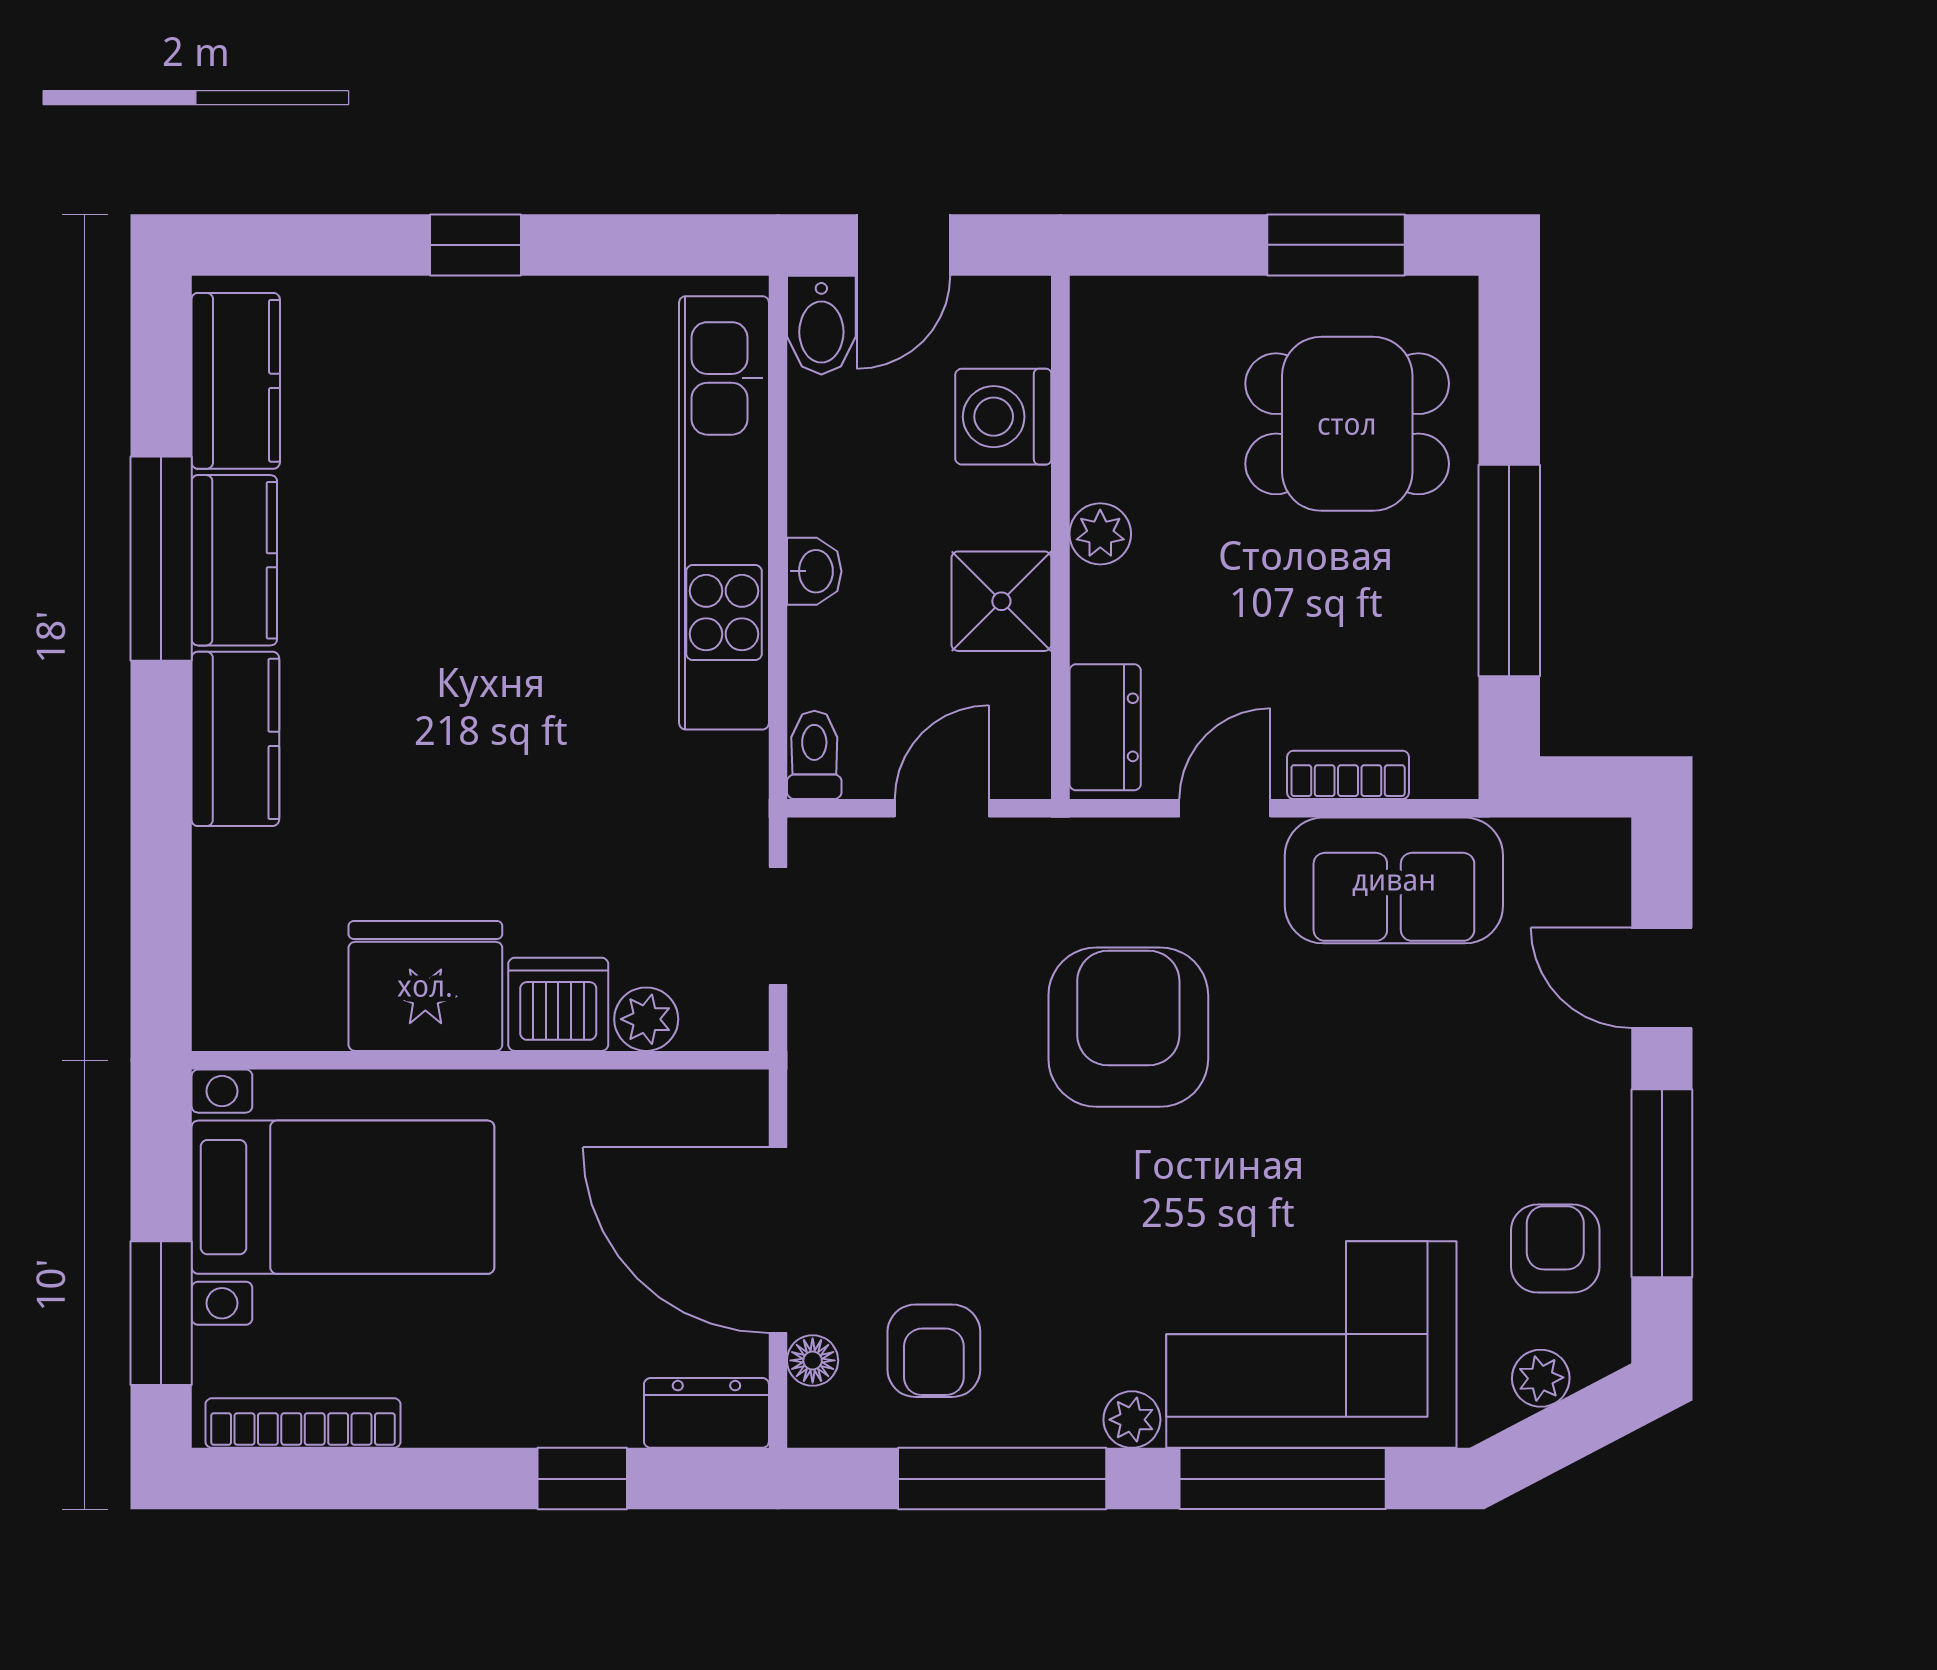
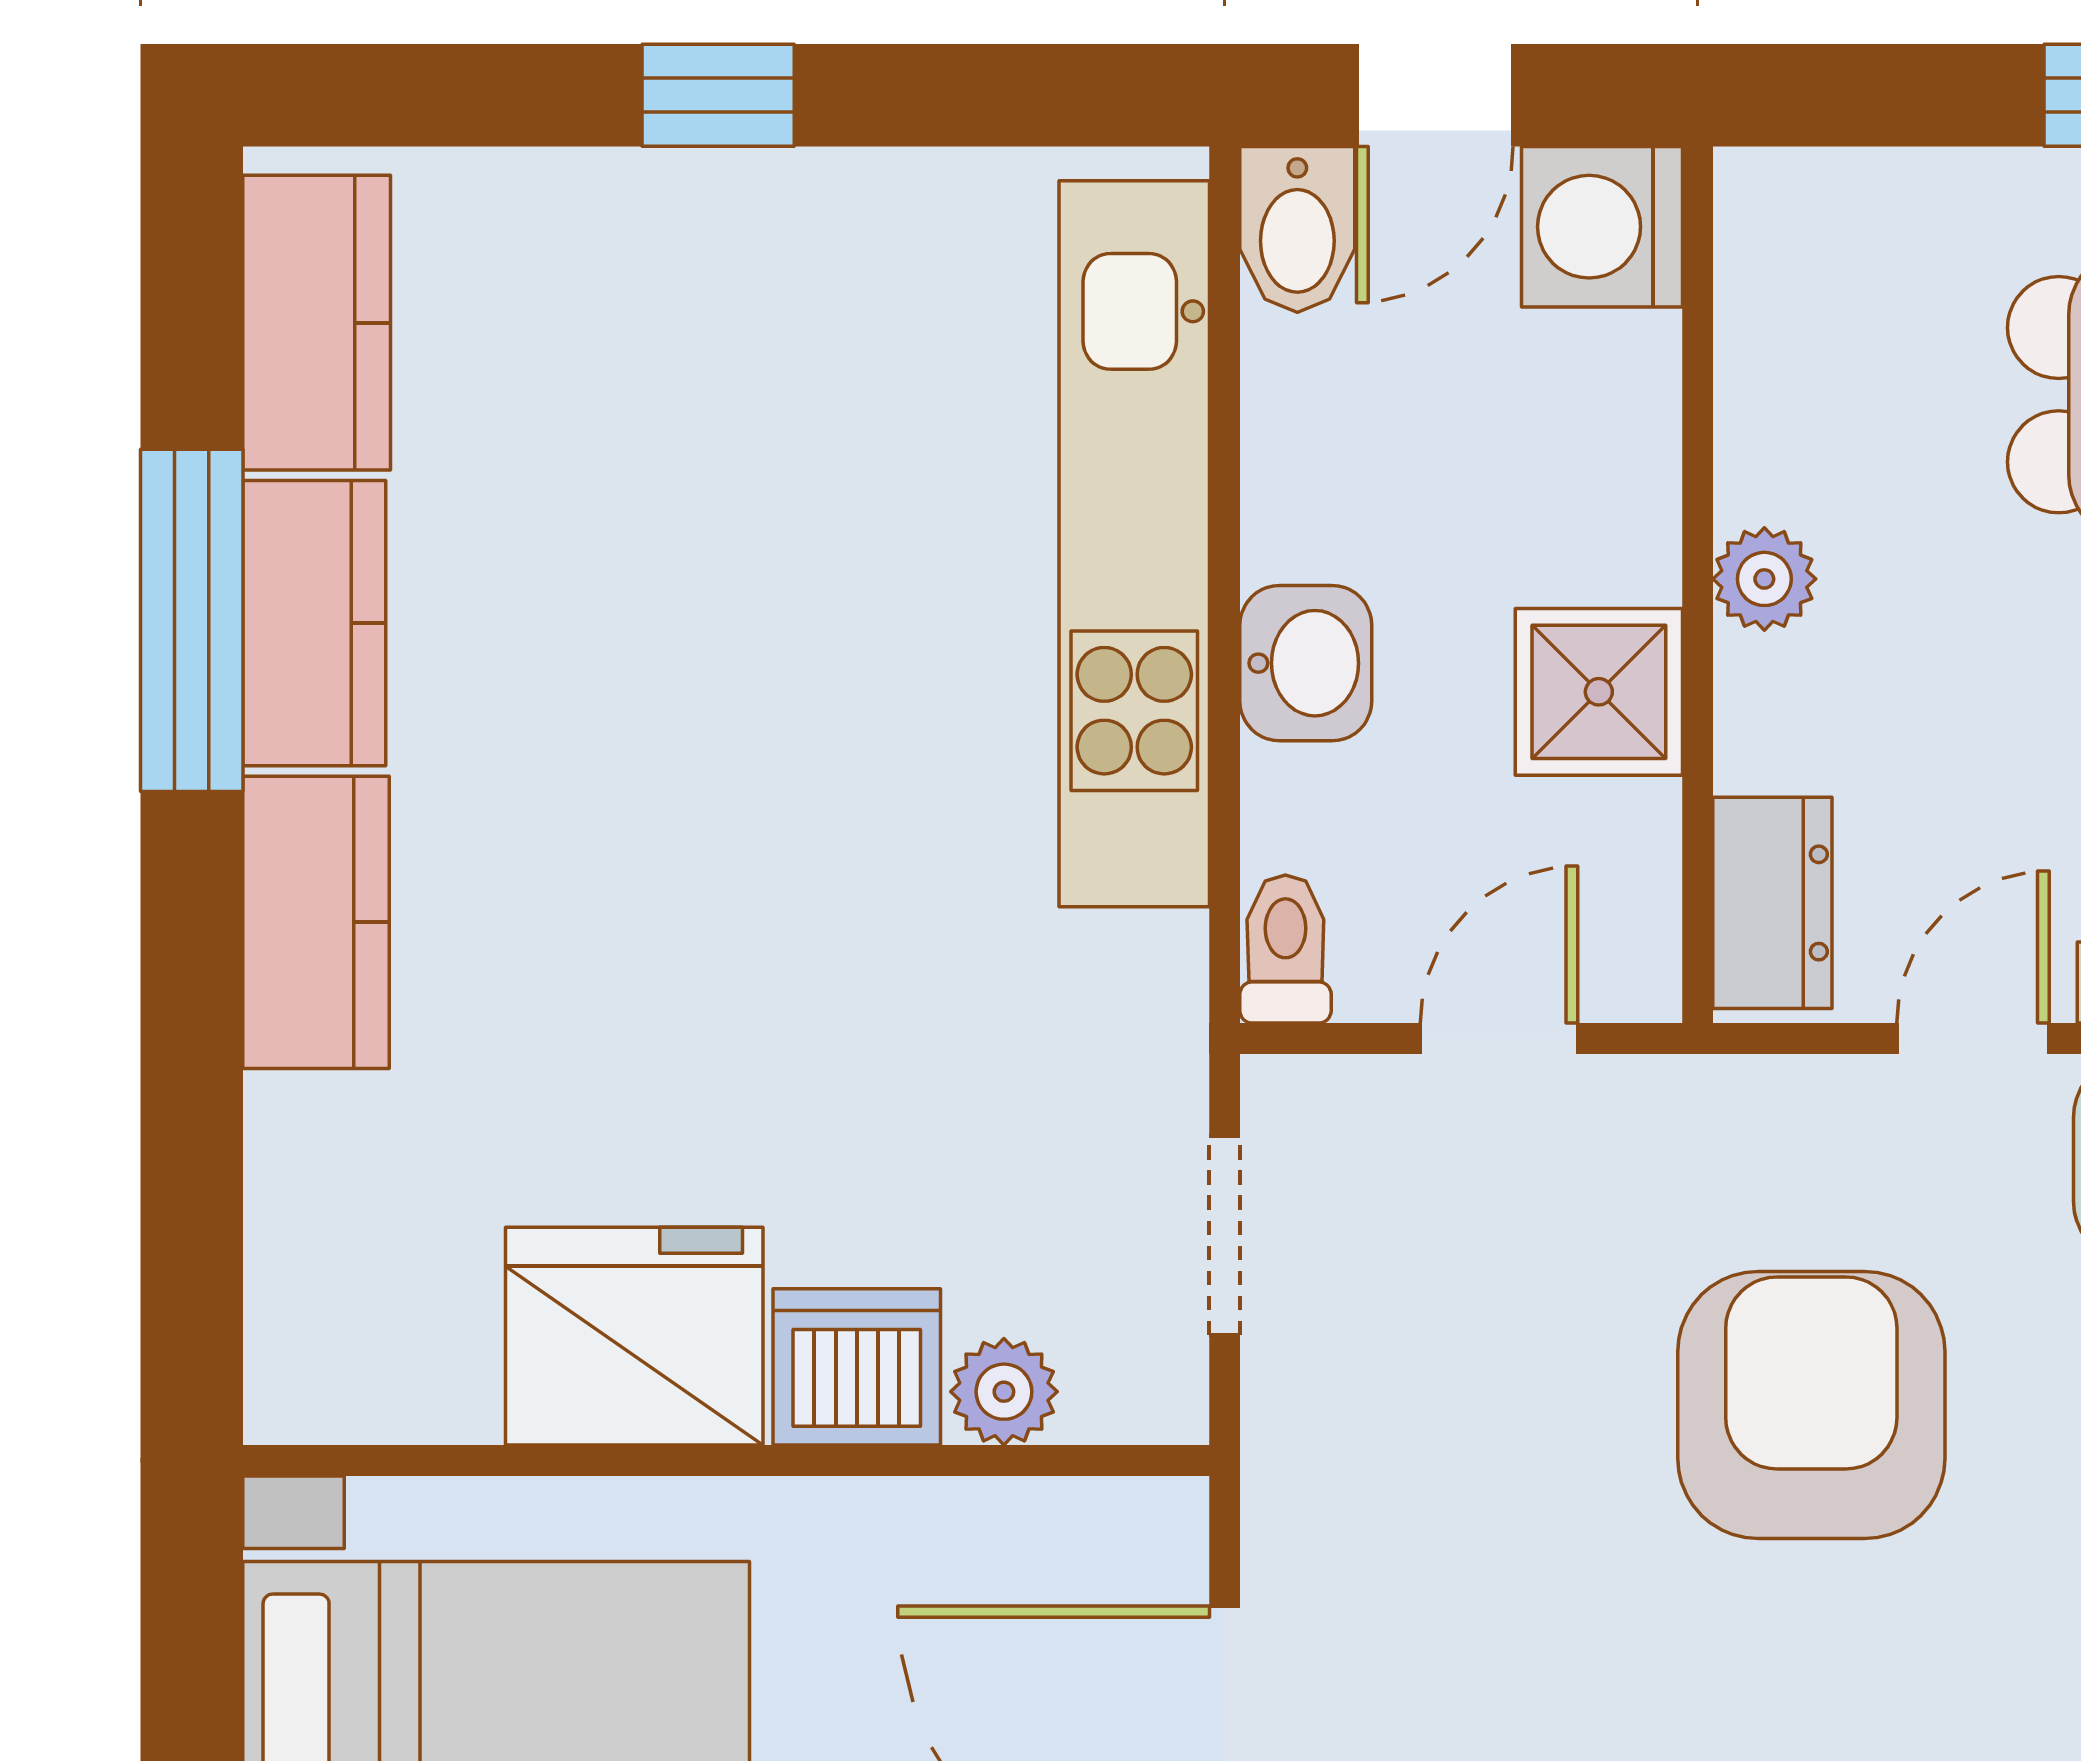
washing machine: (1003, 417) -> (1602, 227), moved
washbasin: (814, 571) -> (1306, 663), width x1.38, depth x1.45

